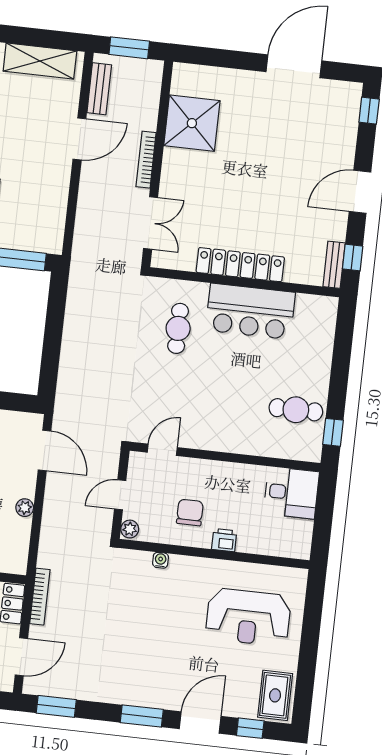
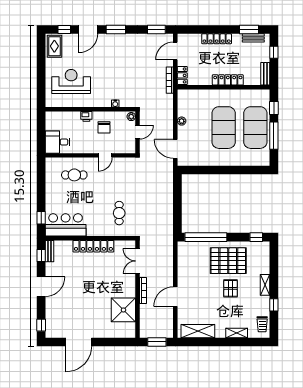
bench: (99, 89) -> (169, 321), removed
bar counter: (250, 311) -> (66, 225), moved
cafe table: (296, 410) -> (74, 175), moved
window: (333, 432) -> (41, 218), moved
door: (162, 450) -> (105, 155), moved

